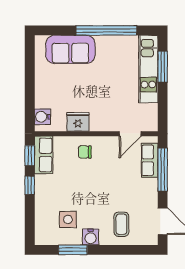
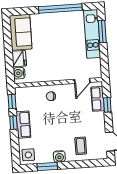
sofa: (70, 49) -> (21, 32), moved, turned -90
fridge: (78, 122) -> (19, 59), moved, turned 90
row of seats: (44, 155) -> (23, 125), moved
window: (163, 170) -> (107, 105), width x0.46
side table: (68, 219) -> (28, 155), moved

